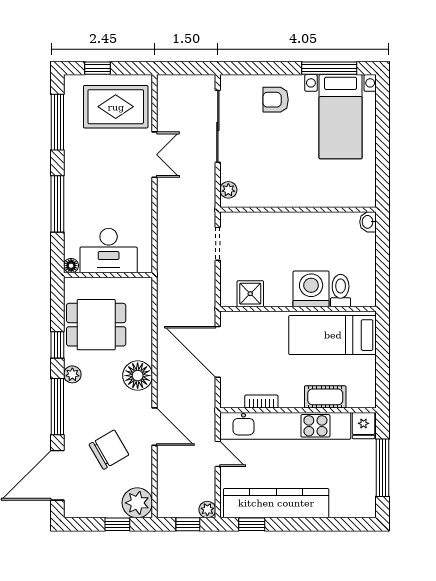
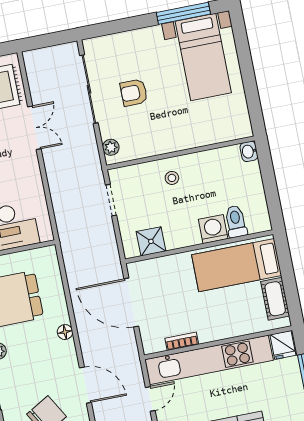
armchair: (276, 100) -> (134, 93), moved
stool: (284, 233) -> (172, 178), added
washing machine: (311, 289) -> (213, 229), width x0.73, depth x0.73
floor lamp: (138, 376) -> (65, 332), width x0.53, depth x0.53
cot: (325, 397) -> (275, 299), moved, turned 90
door: (218, 454) -> (150, 399), hinge flipped

